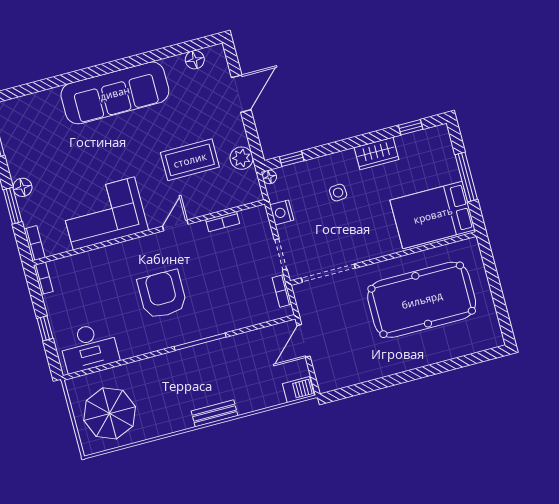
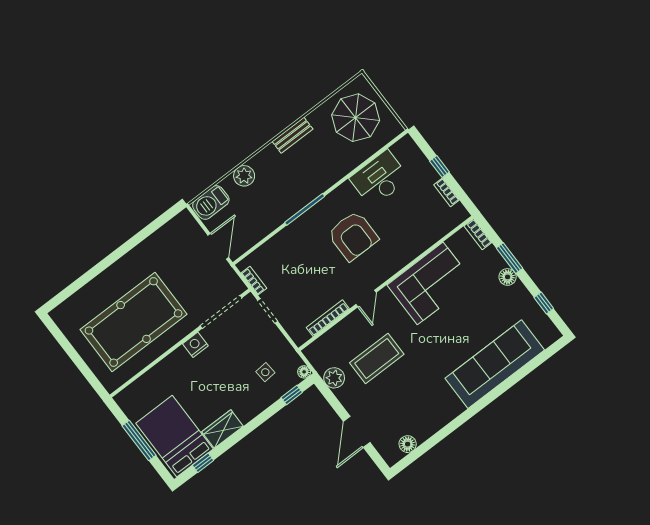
sofa: (115, 93) -> (495, 364), moved
side table: (338, 193) -> (265, 372), moved
nightstand: (282, 212) -> (195, 345), moved, turned -90
bed: (433, 215) -> (174, 436), moved, turned -90
bookcase: (223, 222) -> (328, 318), width x1.56
bookcase: (43, 278) -> (447, 192), moved
desk: (89, 347) -> (380, 179), moved
barbecue: (298, 390) -> (211, 203), width x1.38, depth x1.27
plant: (247, 402) -> (244, 176), added
bench: (214, 413) -> (293, 135), moved

